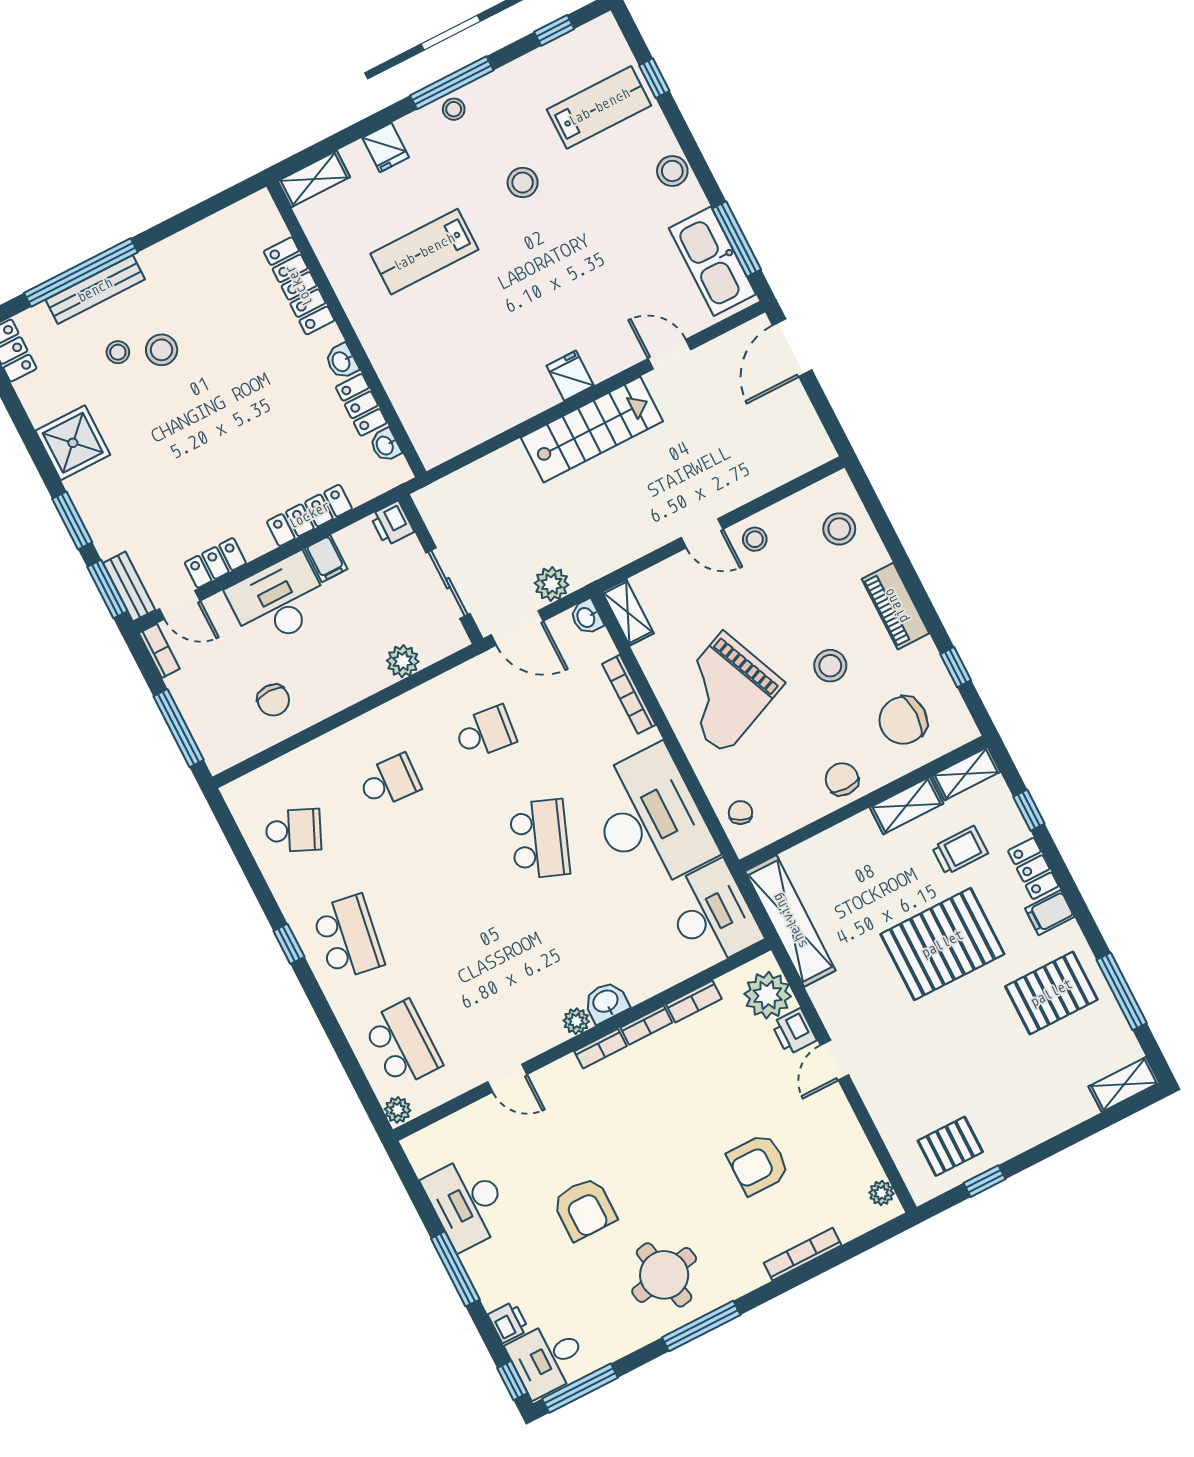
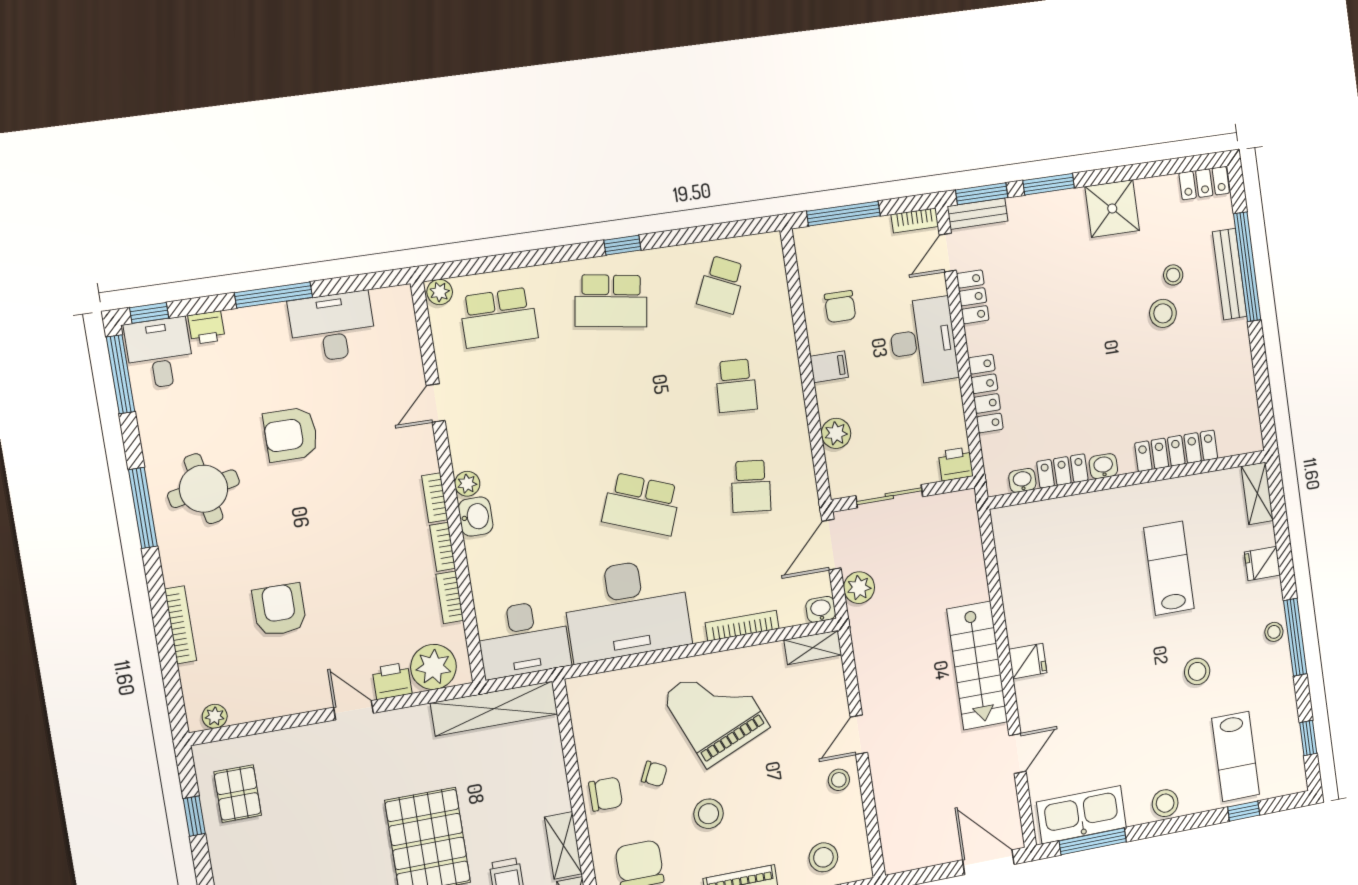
filing cabinet: (326, 559) -> (829, 367), moved, turned 180
chair: (273, 700) -> (840, 307), turned -90
chair: (740, 813) -> (654, 774), moved

